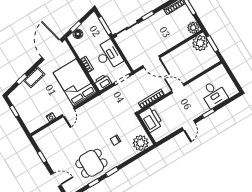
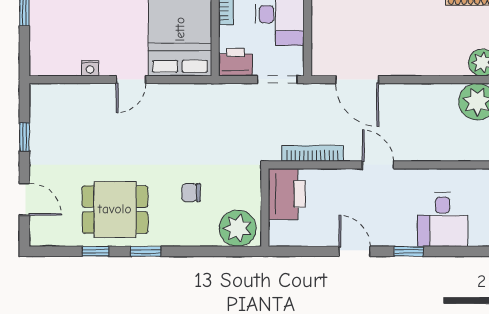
door: (189, 125) -> (355, 251), swing flipped

